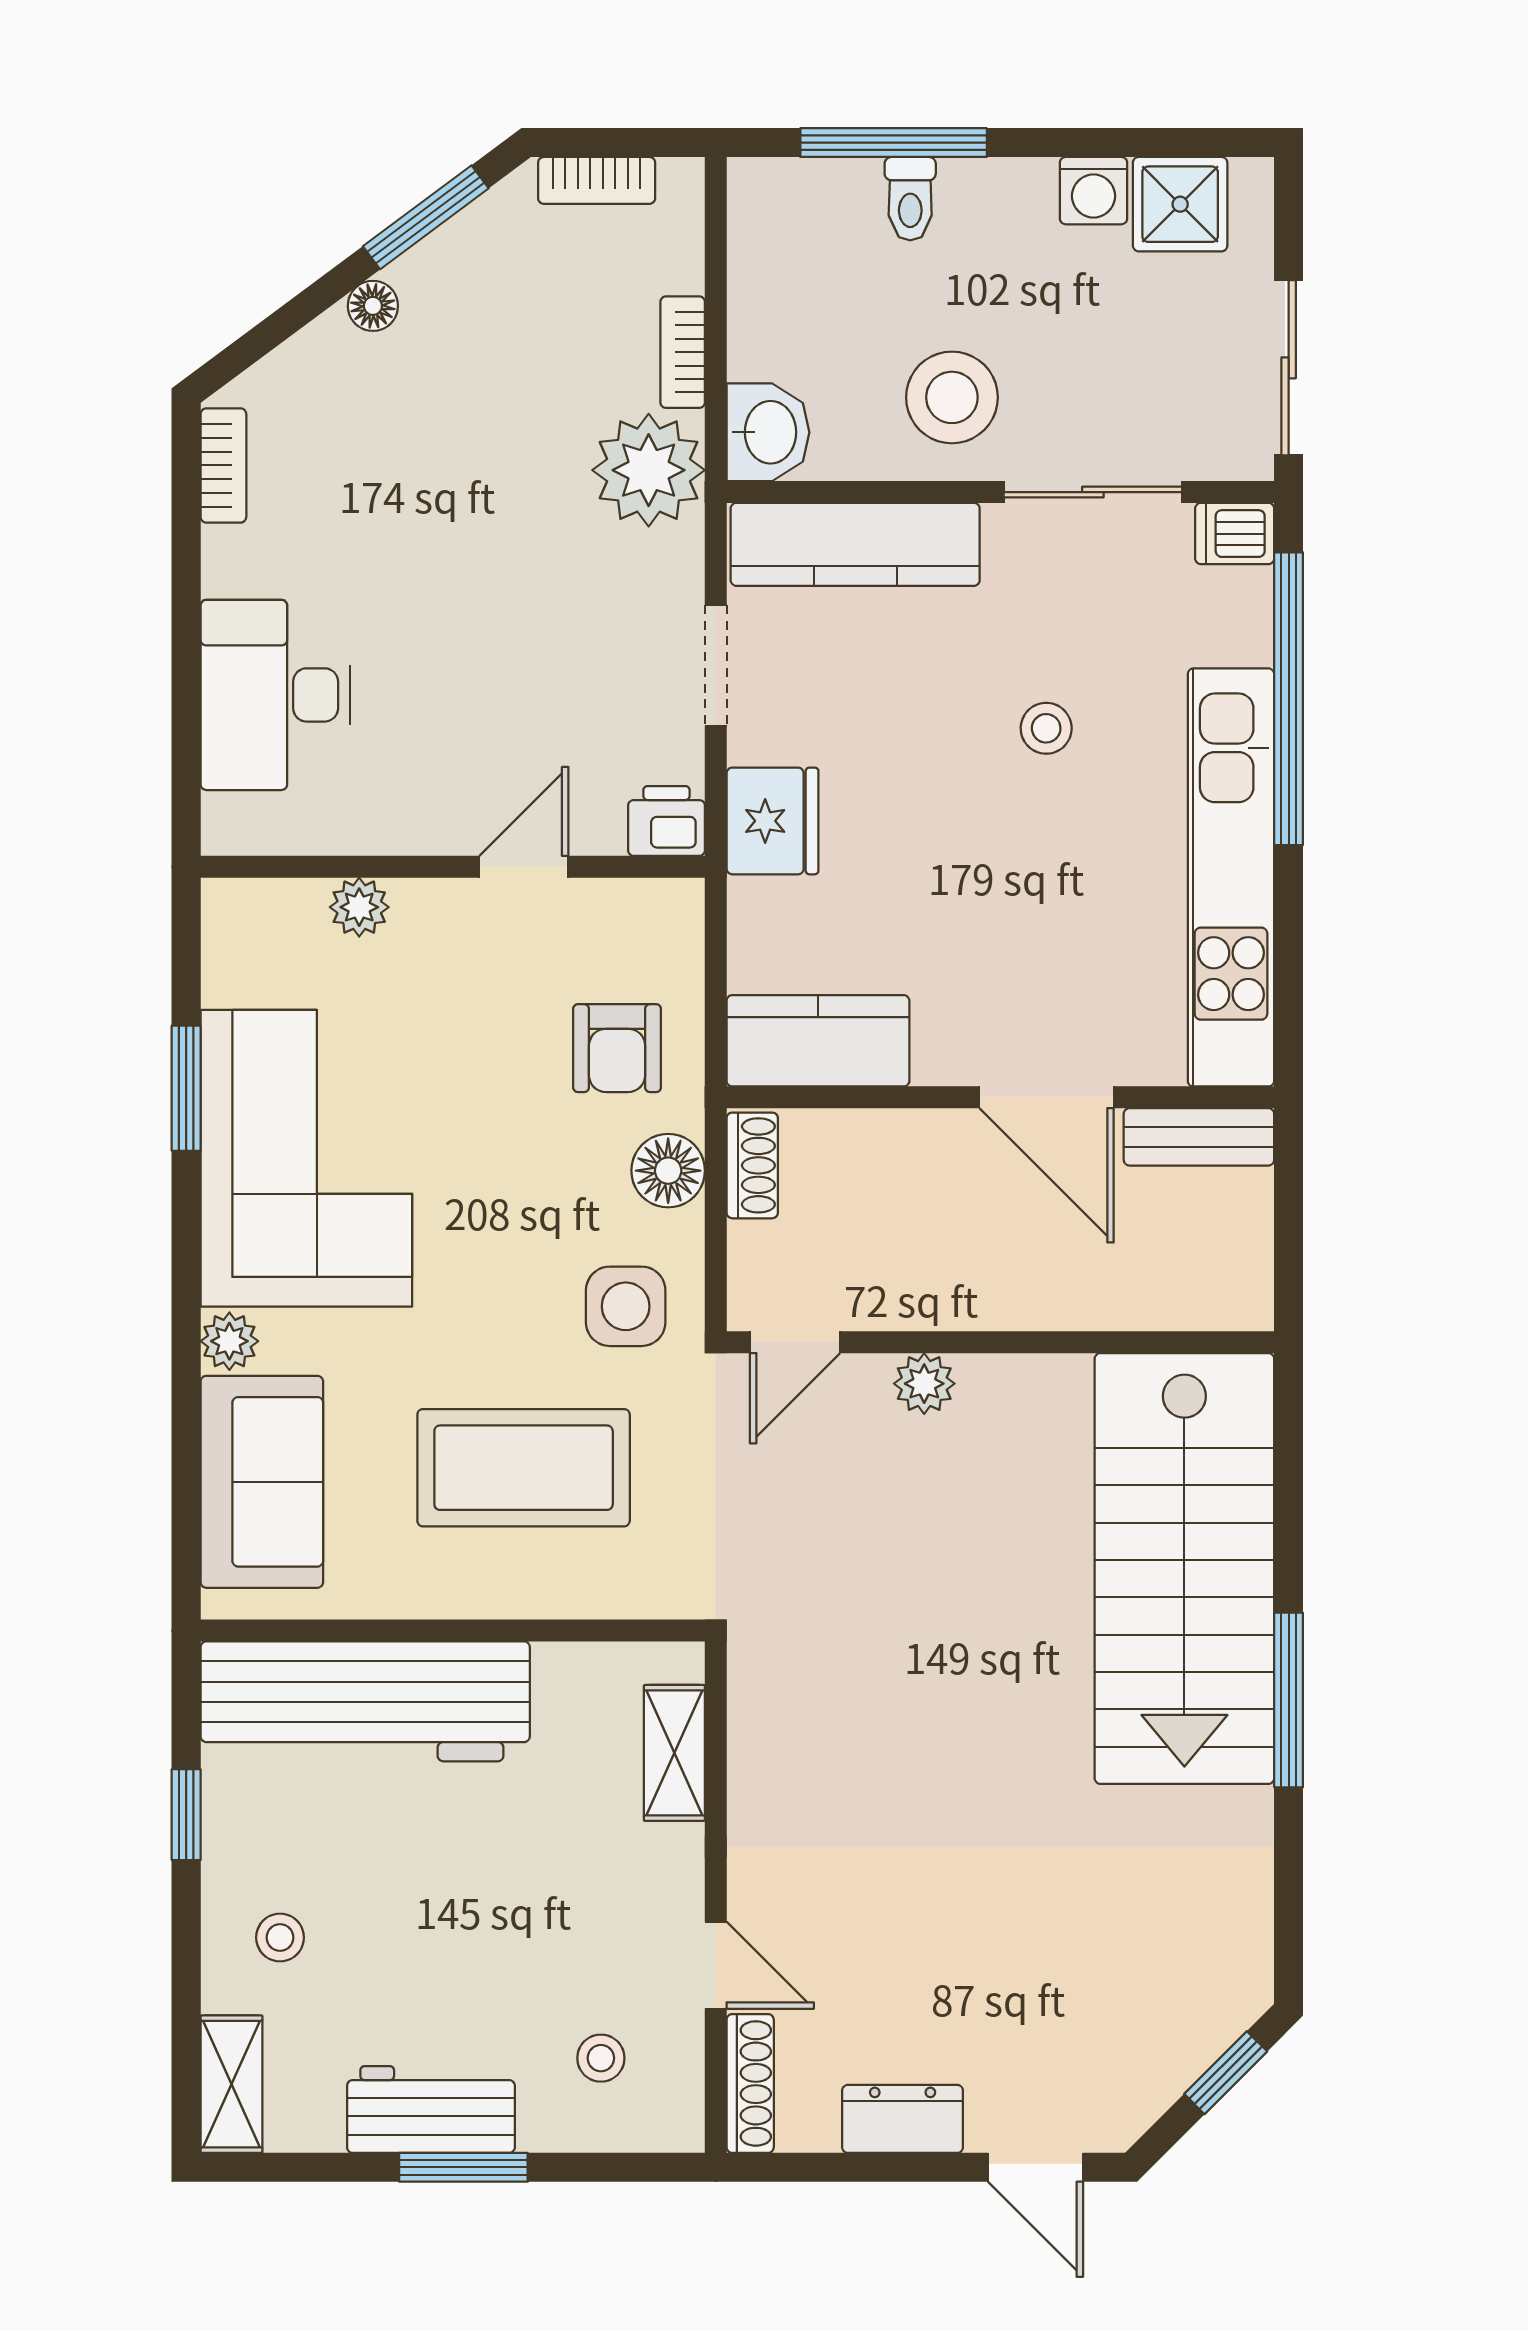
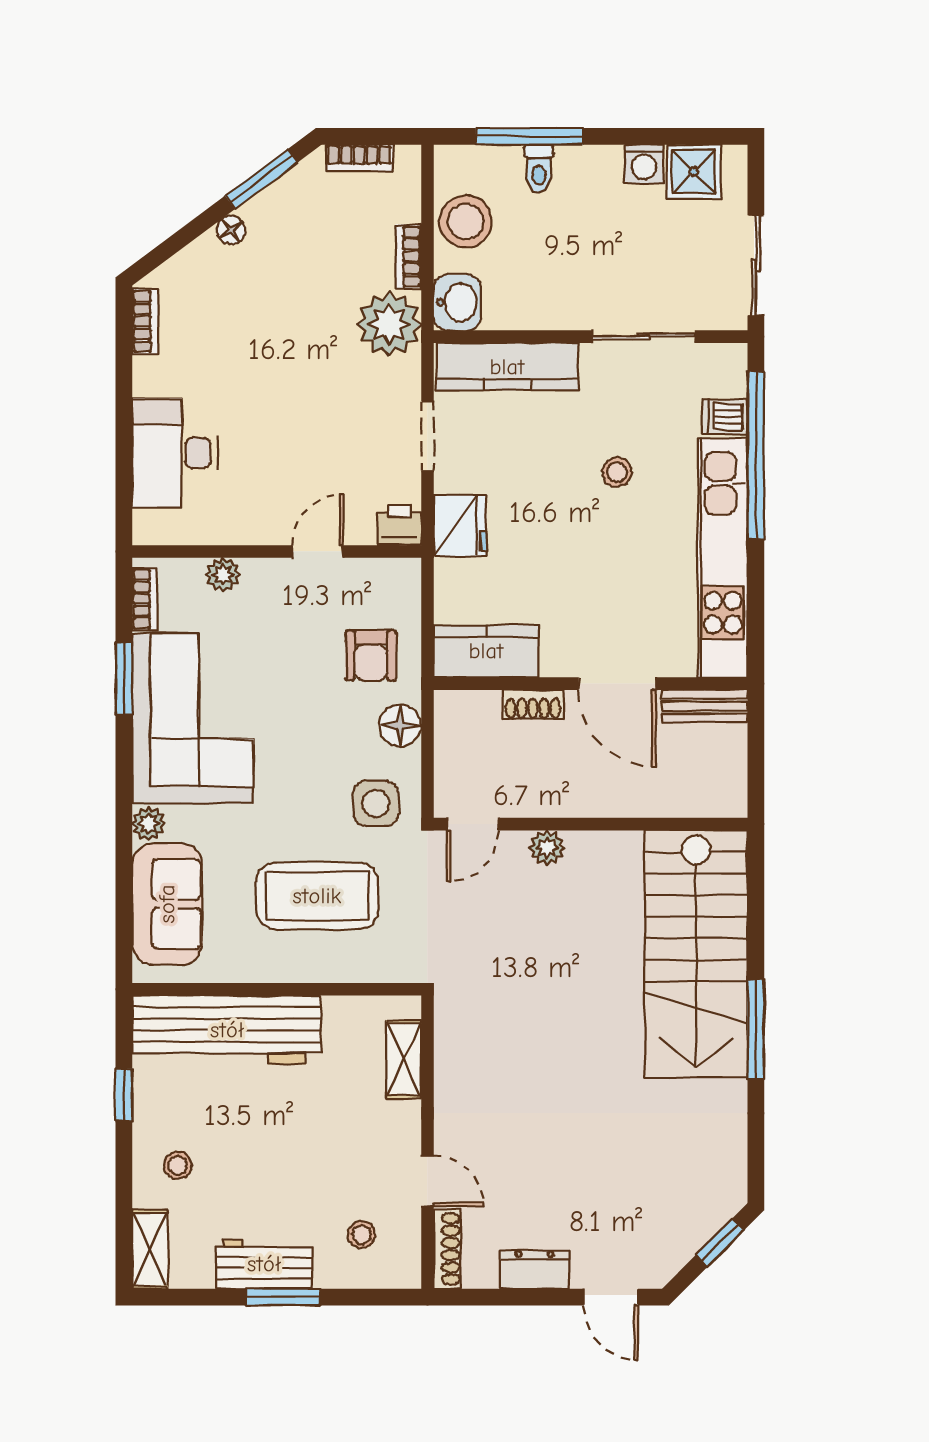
stool: (952, 397) -> (466, 221), moved
dishwasher: (1235, 534) -> (725, 417), moved
bookcase: (222, 949) -> (145, 599), added
shoe rack: (752, 1165) -> (533, 705), moved, turned 90

